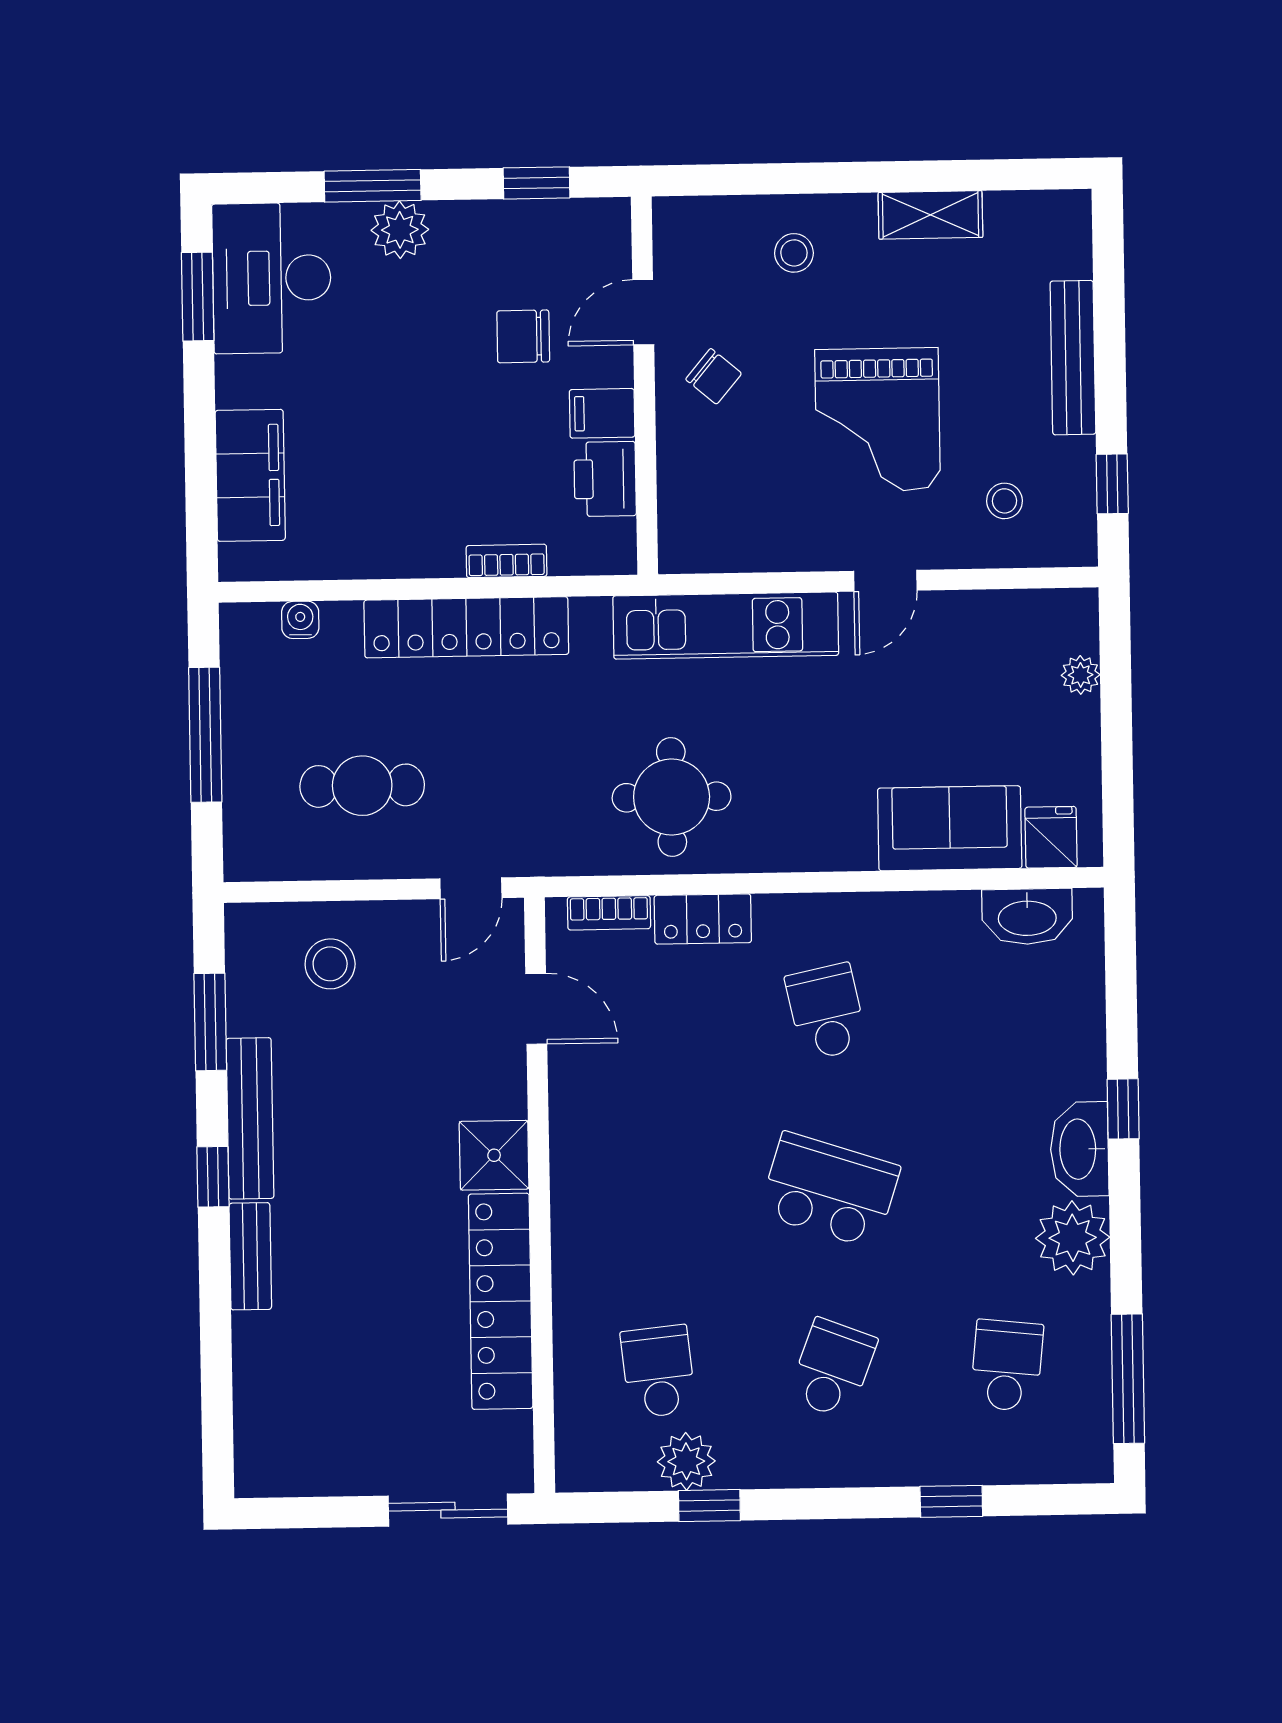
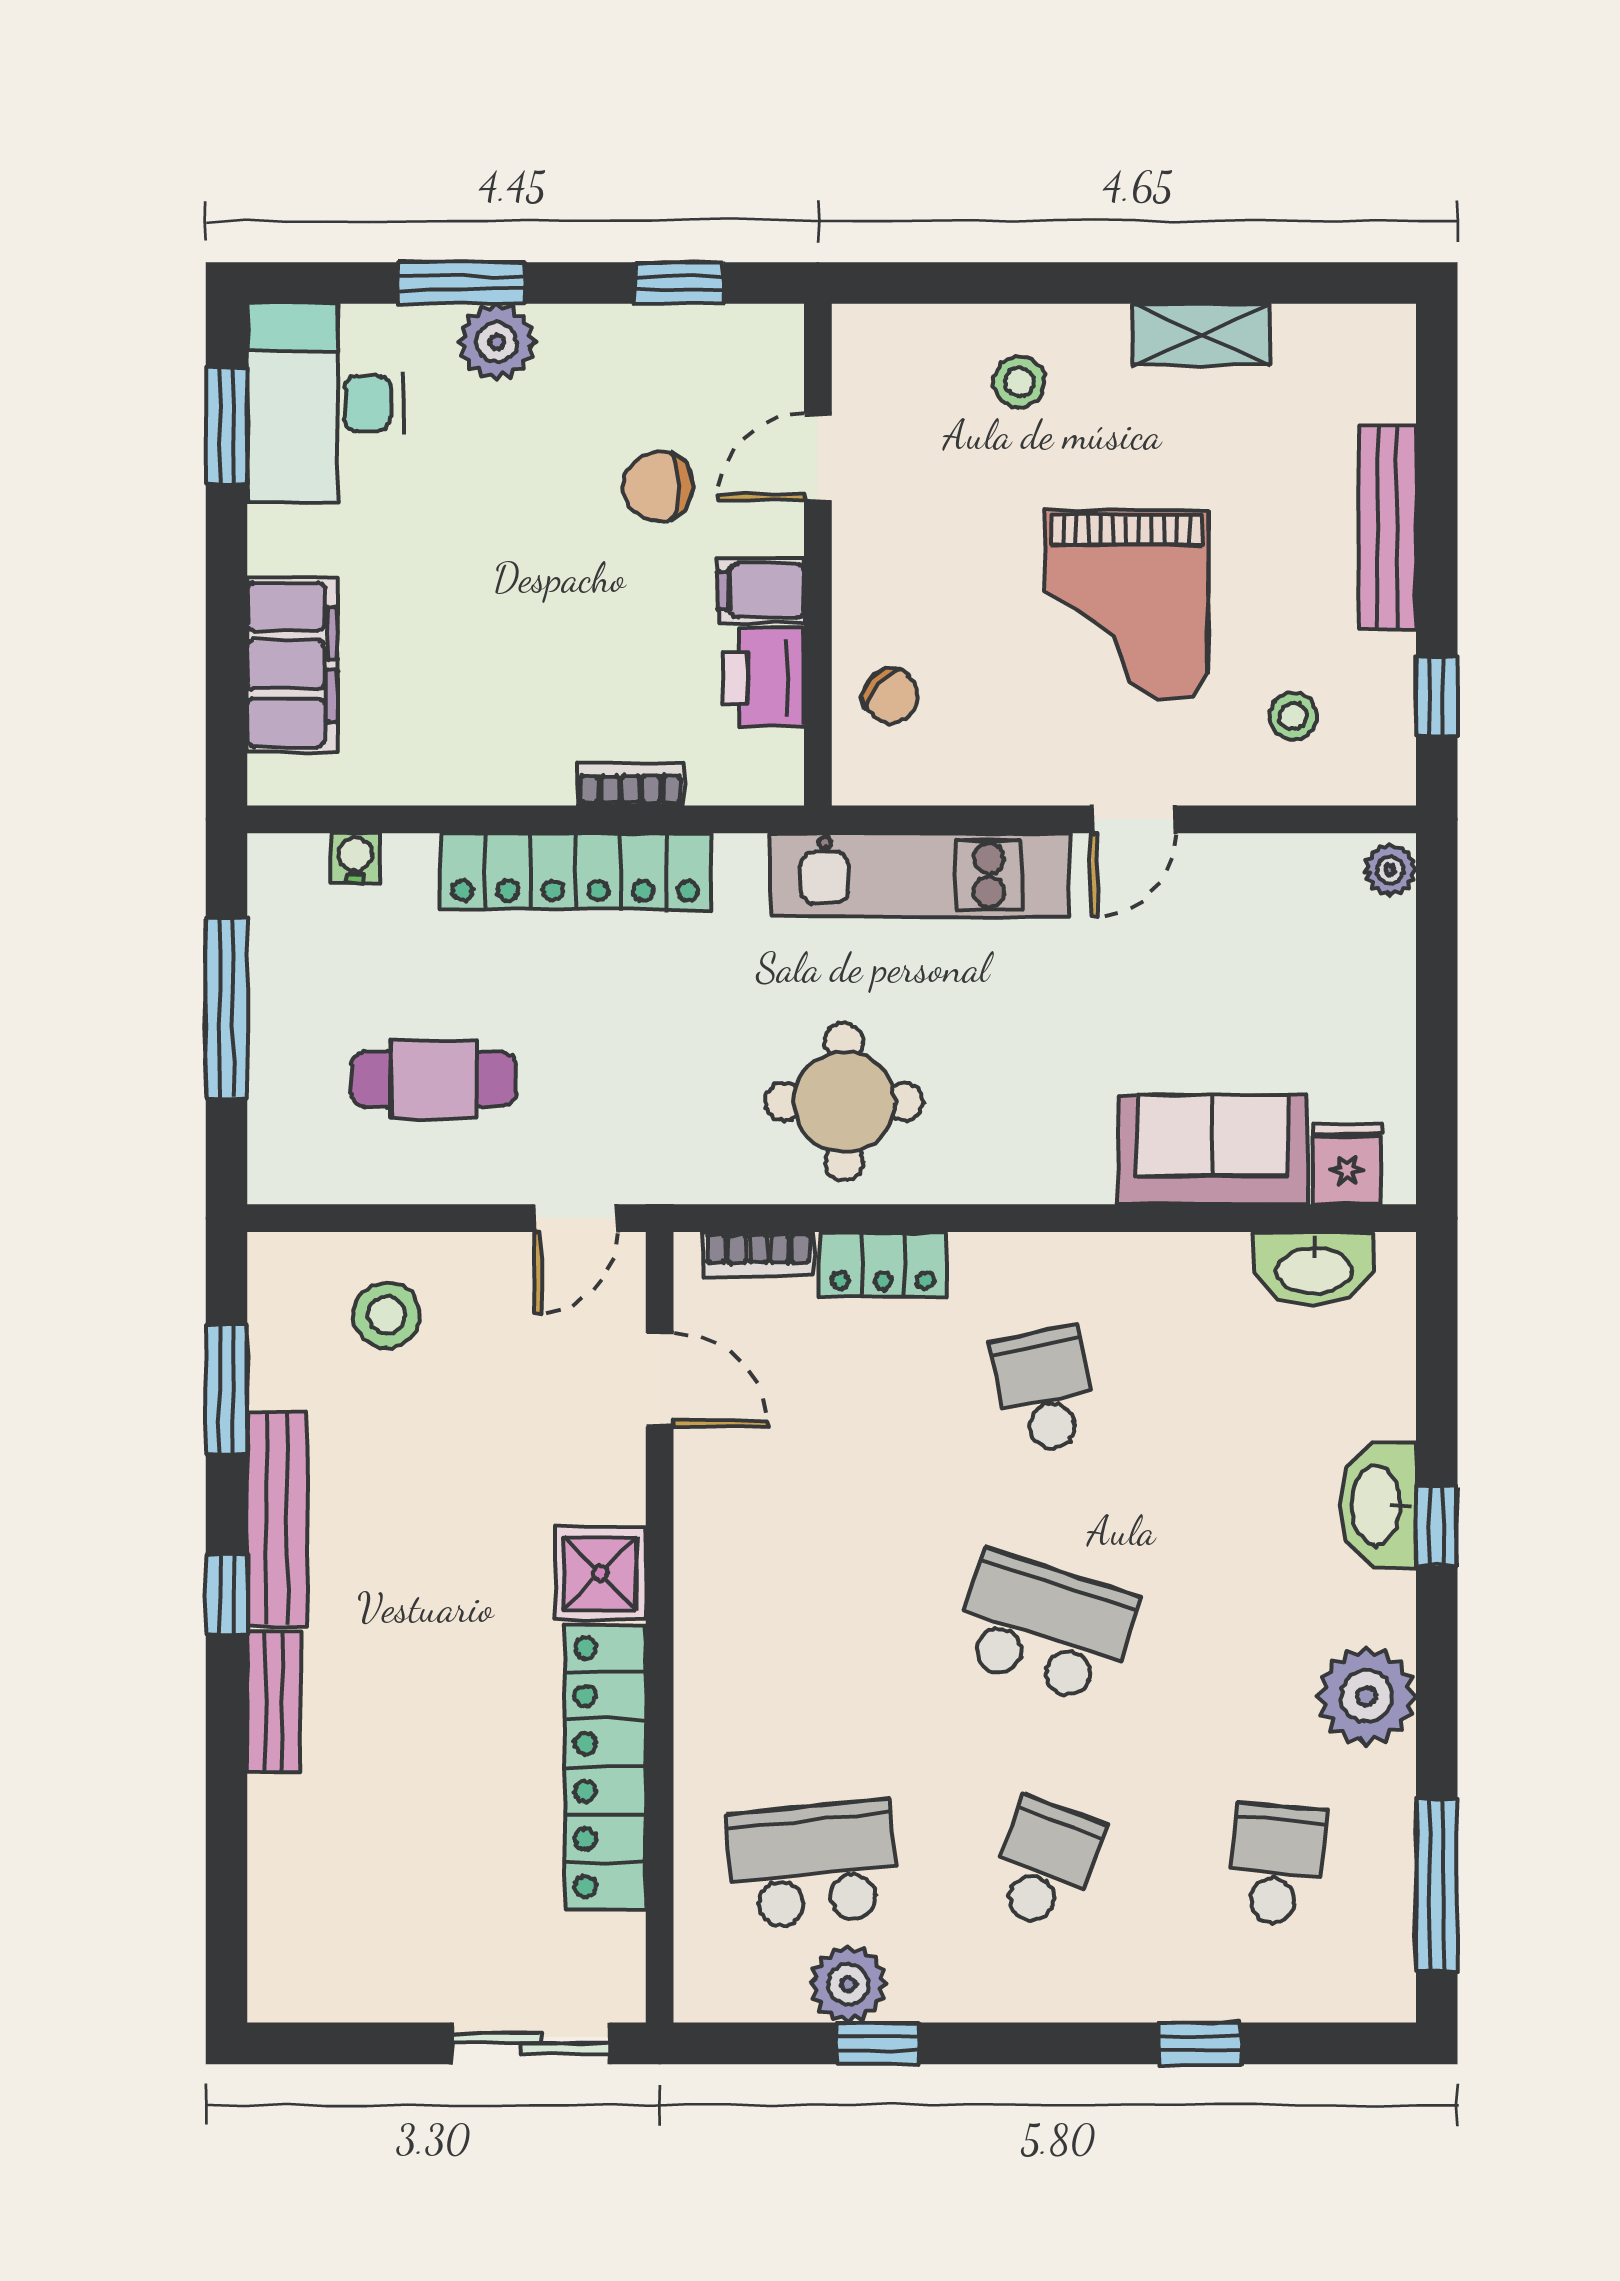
chair: (714, 376) -> (891, 696), moved
plant: (1081, 675) -> (1390, 870), moved
washbasin: (1080, 1149) -> (1378, 1505), moved
school desk: (658, 1372) -> (813, 1864), width x1.85

